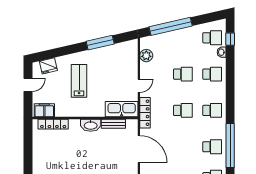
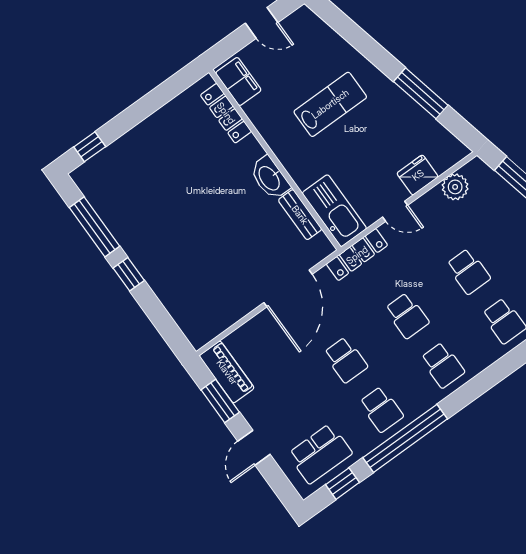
fridge: (48, 66) -> (418, 175), moved, turned 103
school desk: (183, 147) -> (346, 360), added

